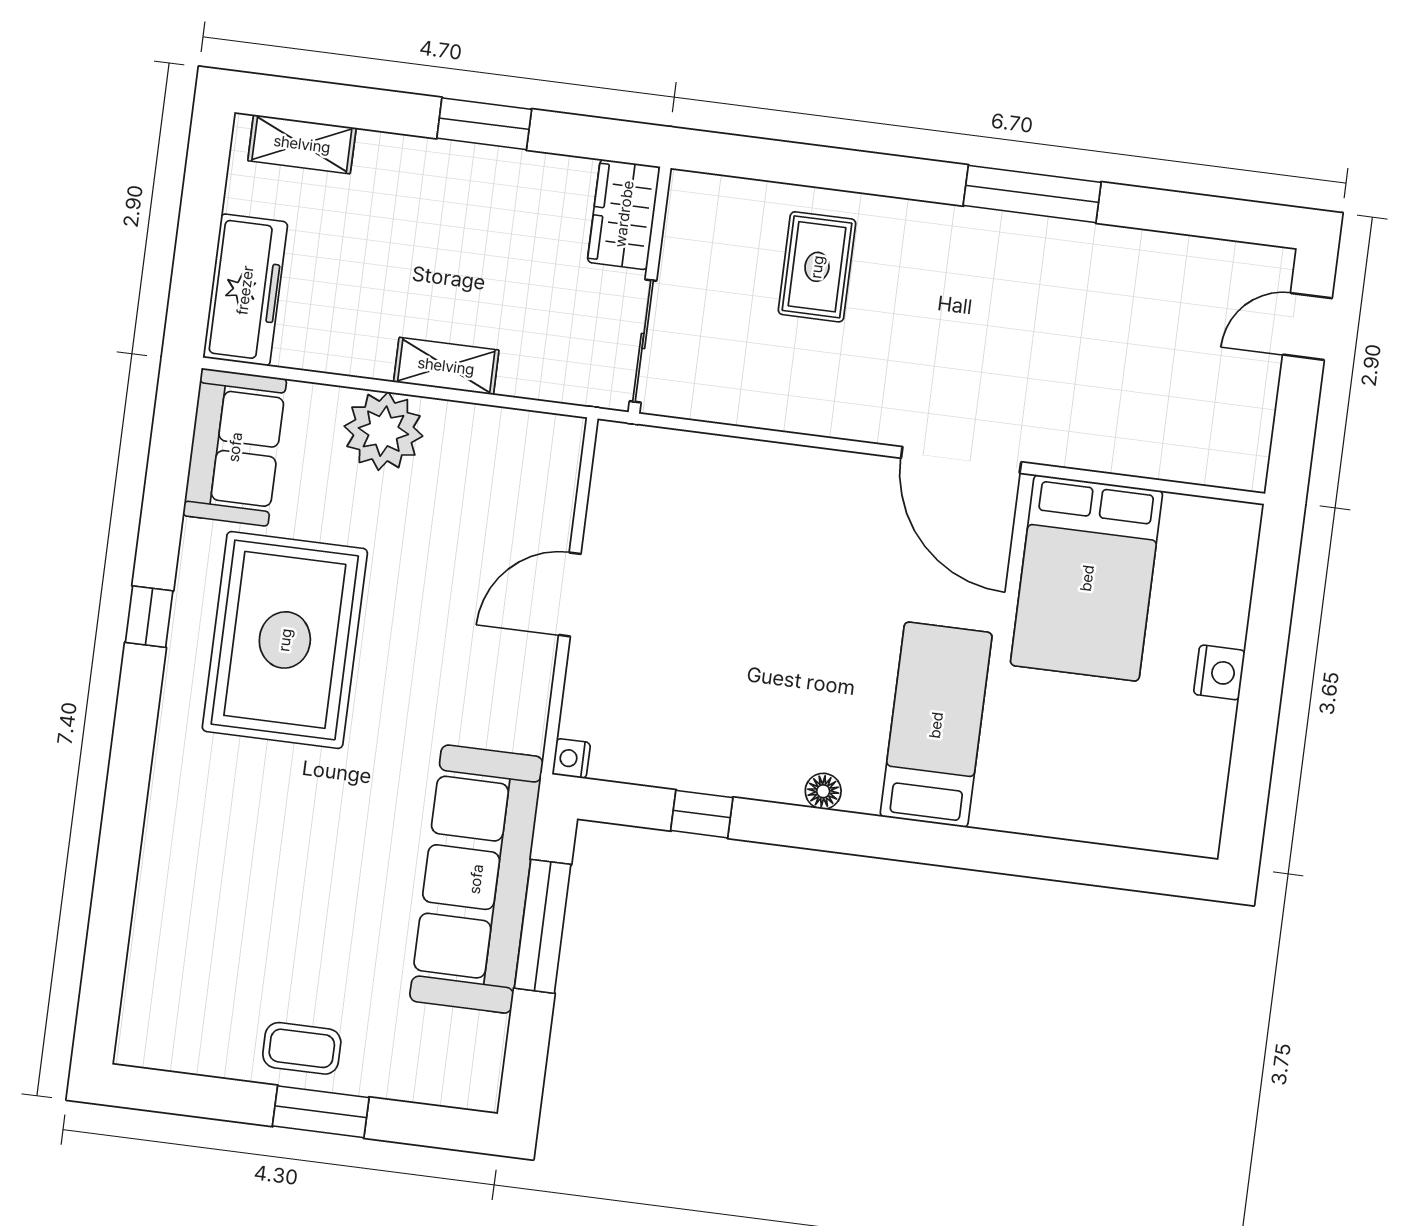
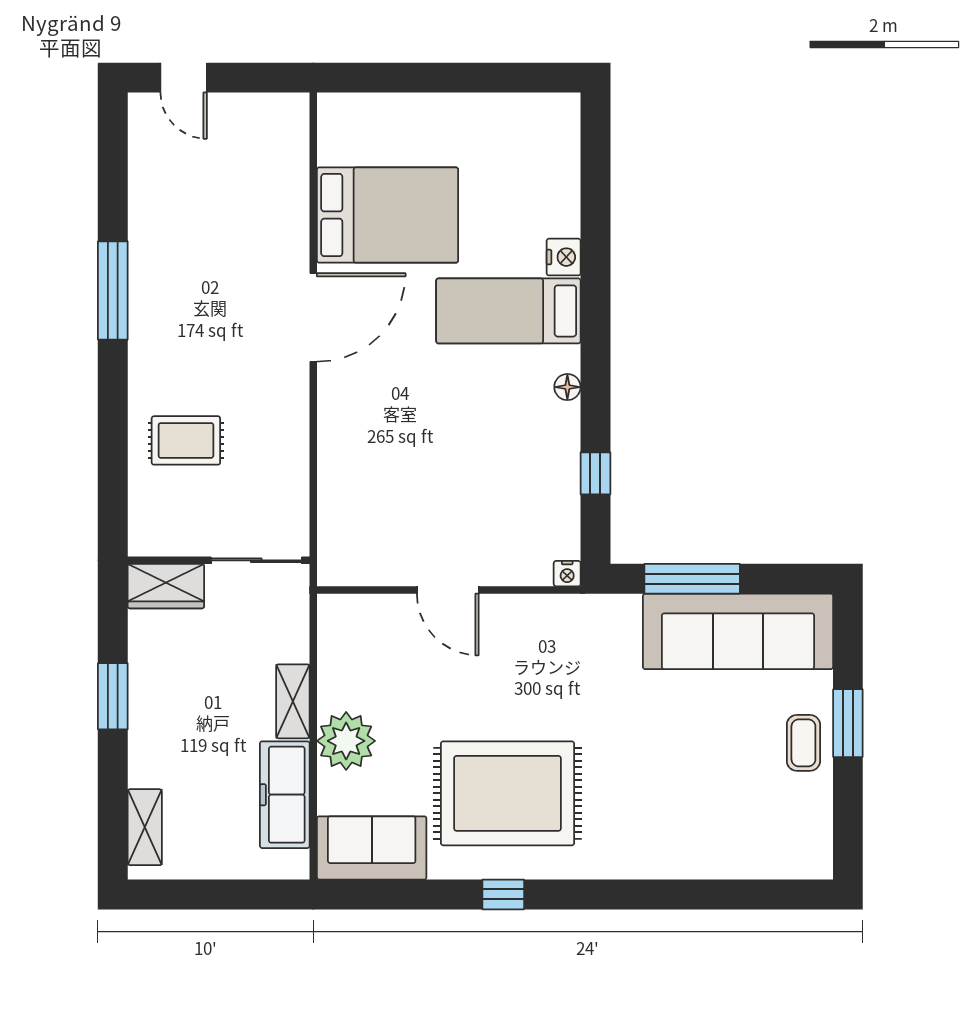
freezer: (245, 290) -> (285, 795), moved, turned -90
nightstand: (1219, 672) -> (564, 257), moved, turned 90
sofa: (476, 879) -> (738, 631), moved

